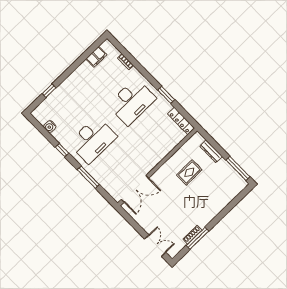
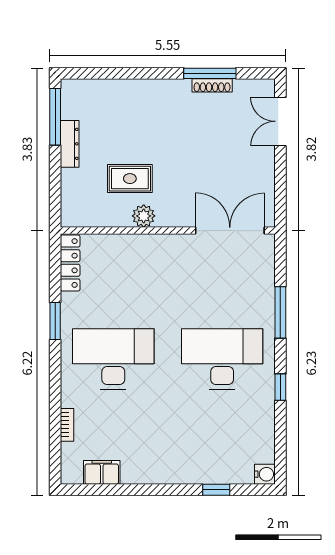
water cooler: (50, 127) -> (265, 474), moved
dresser: (211, 151) -> (70, 144), moved
plant: (171, 164) -> (144, 216), added

